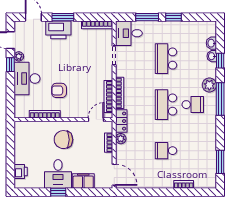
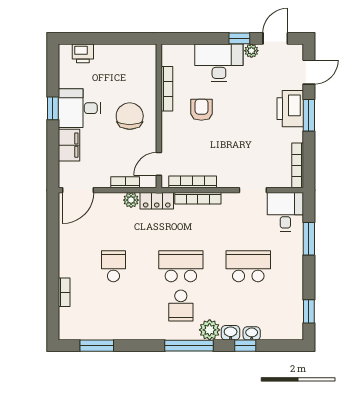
window: (173, 17) -> (309, 311), moved
washbasin: (211, 43) -> (231, 333), moved
door: (96, 120) -> (159, 164), swing flipped

